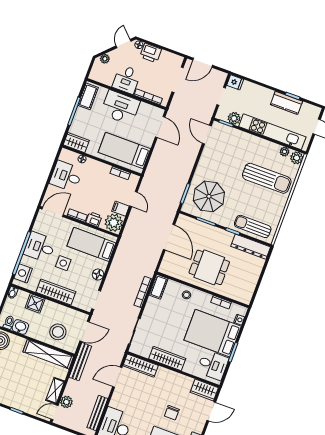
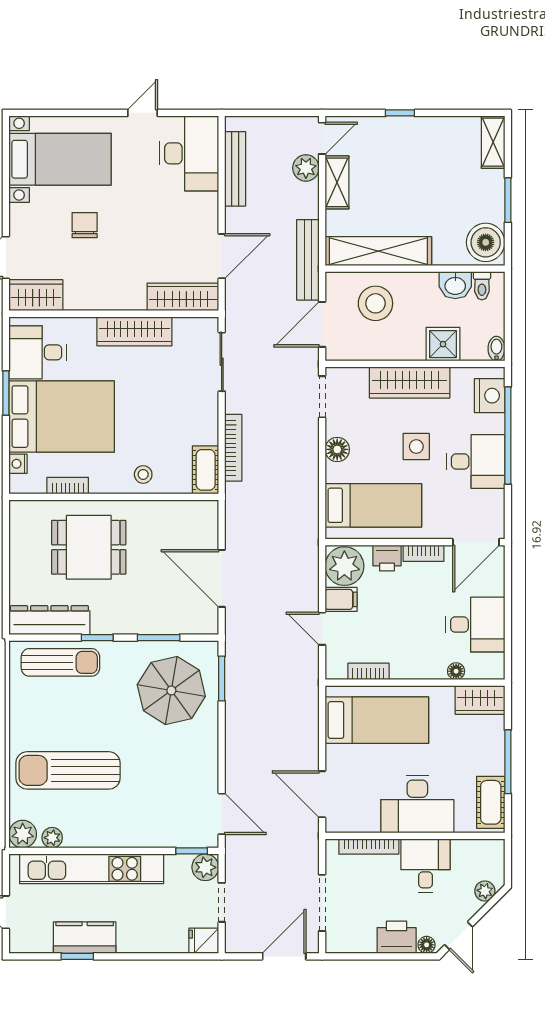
plant: (234, 118) -> (205, 867), moved
dining table: (209, 267) -> (89, 547), moved

